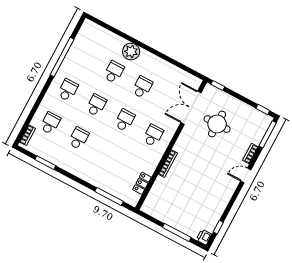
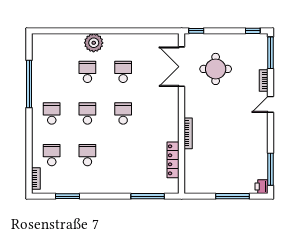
school desk: (153, 135) -> (159, 113), removed
locker: (142, 183) -> (173, 160), width x1.53
window: (218, 227) -> (271, 169), width x2.17

